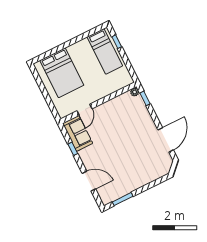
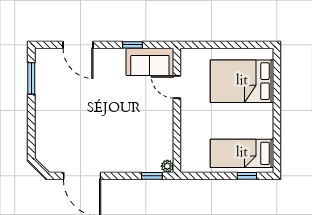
door: (89, 181) -> (78, 45), hinge flipped

